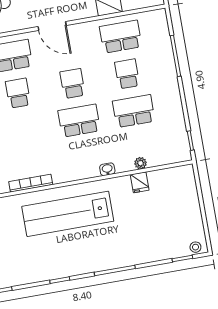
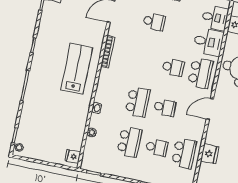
fridge: (140, 182) -> (73, 156), moved
lab bench: (68, 214) -> (77, 69), width x0.73

